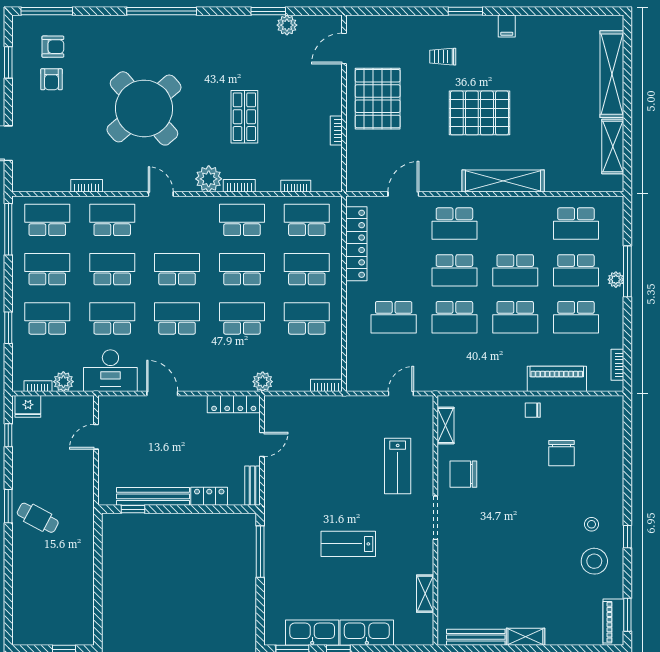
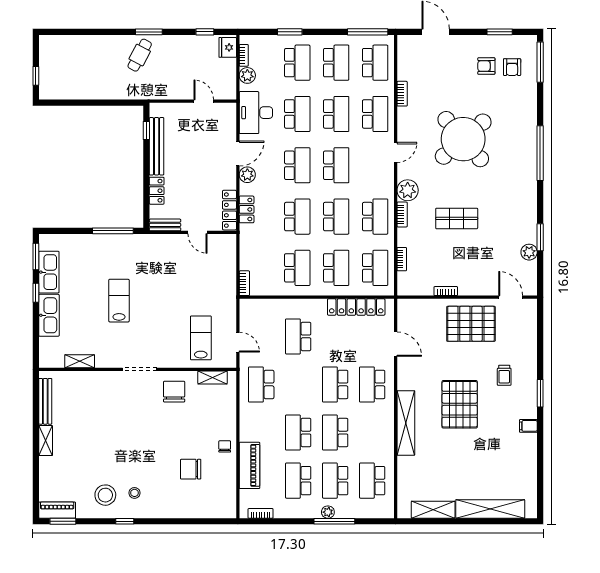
trolley: (443, 57) -> (504, 375), turned 180
school desk: (454, 317) -> (261, 384), moved
plant: (263, 382) -> (247, 175), moved
locker: (233, 383) -> (247, 209), added
lab bench: (398, 466) -> (201, 338), moved, turned 90

